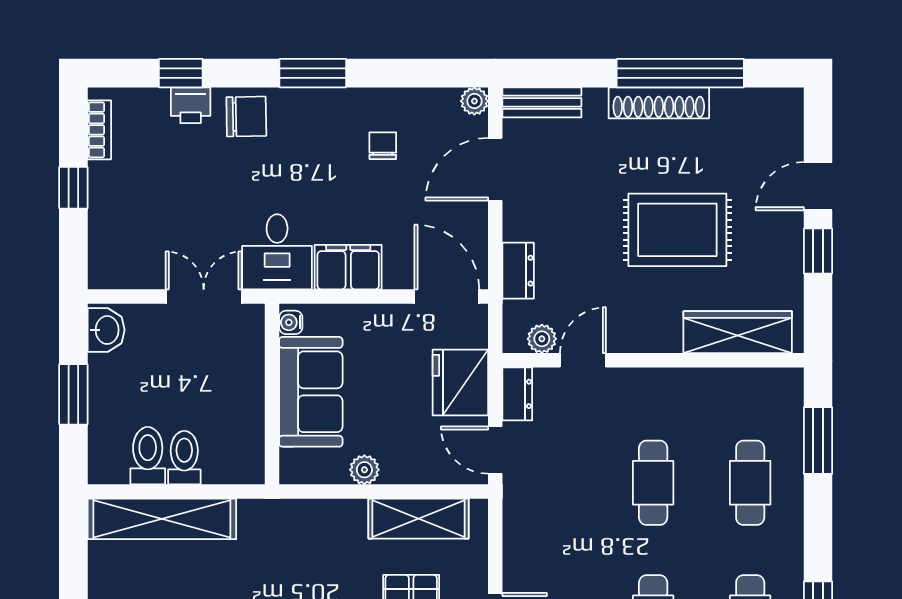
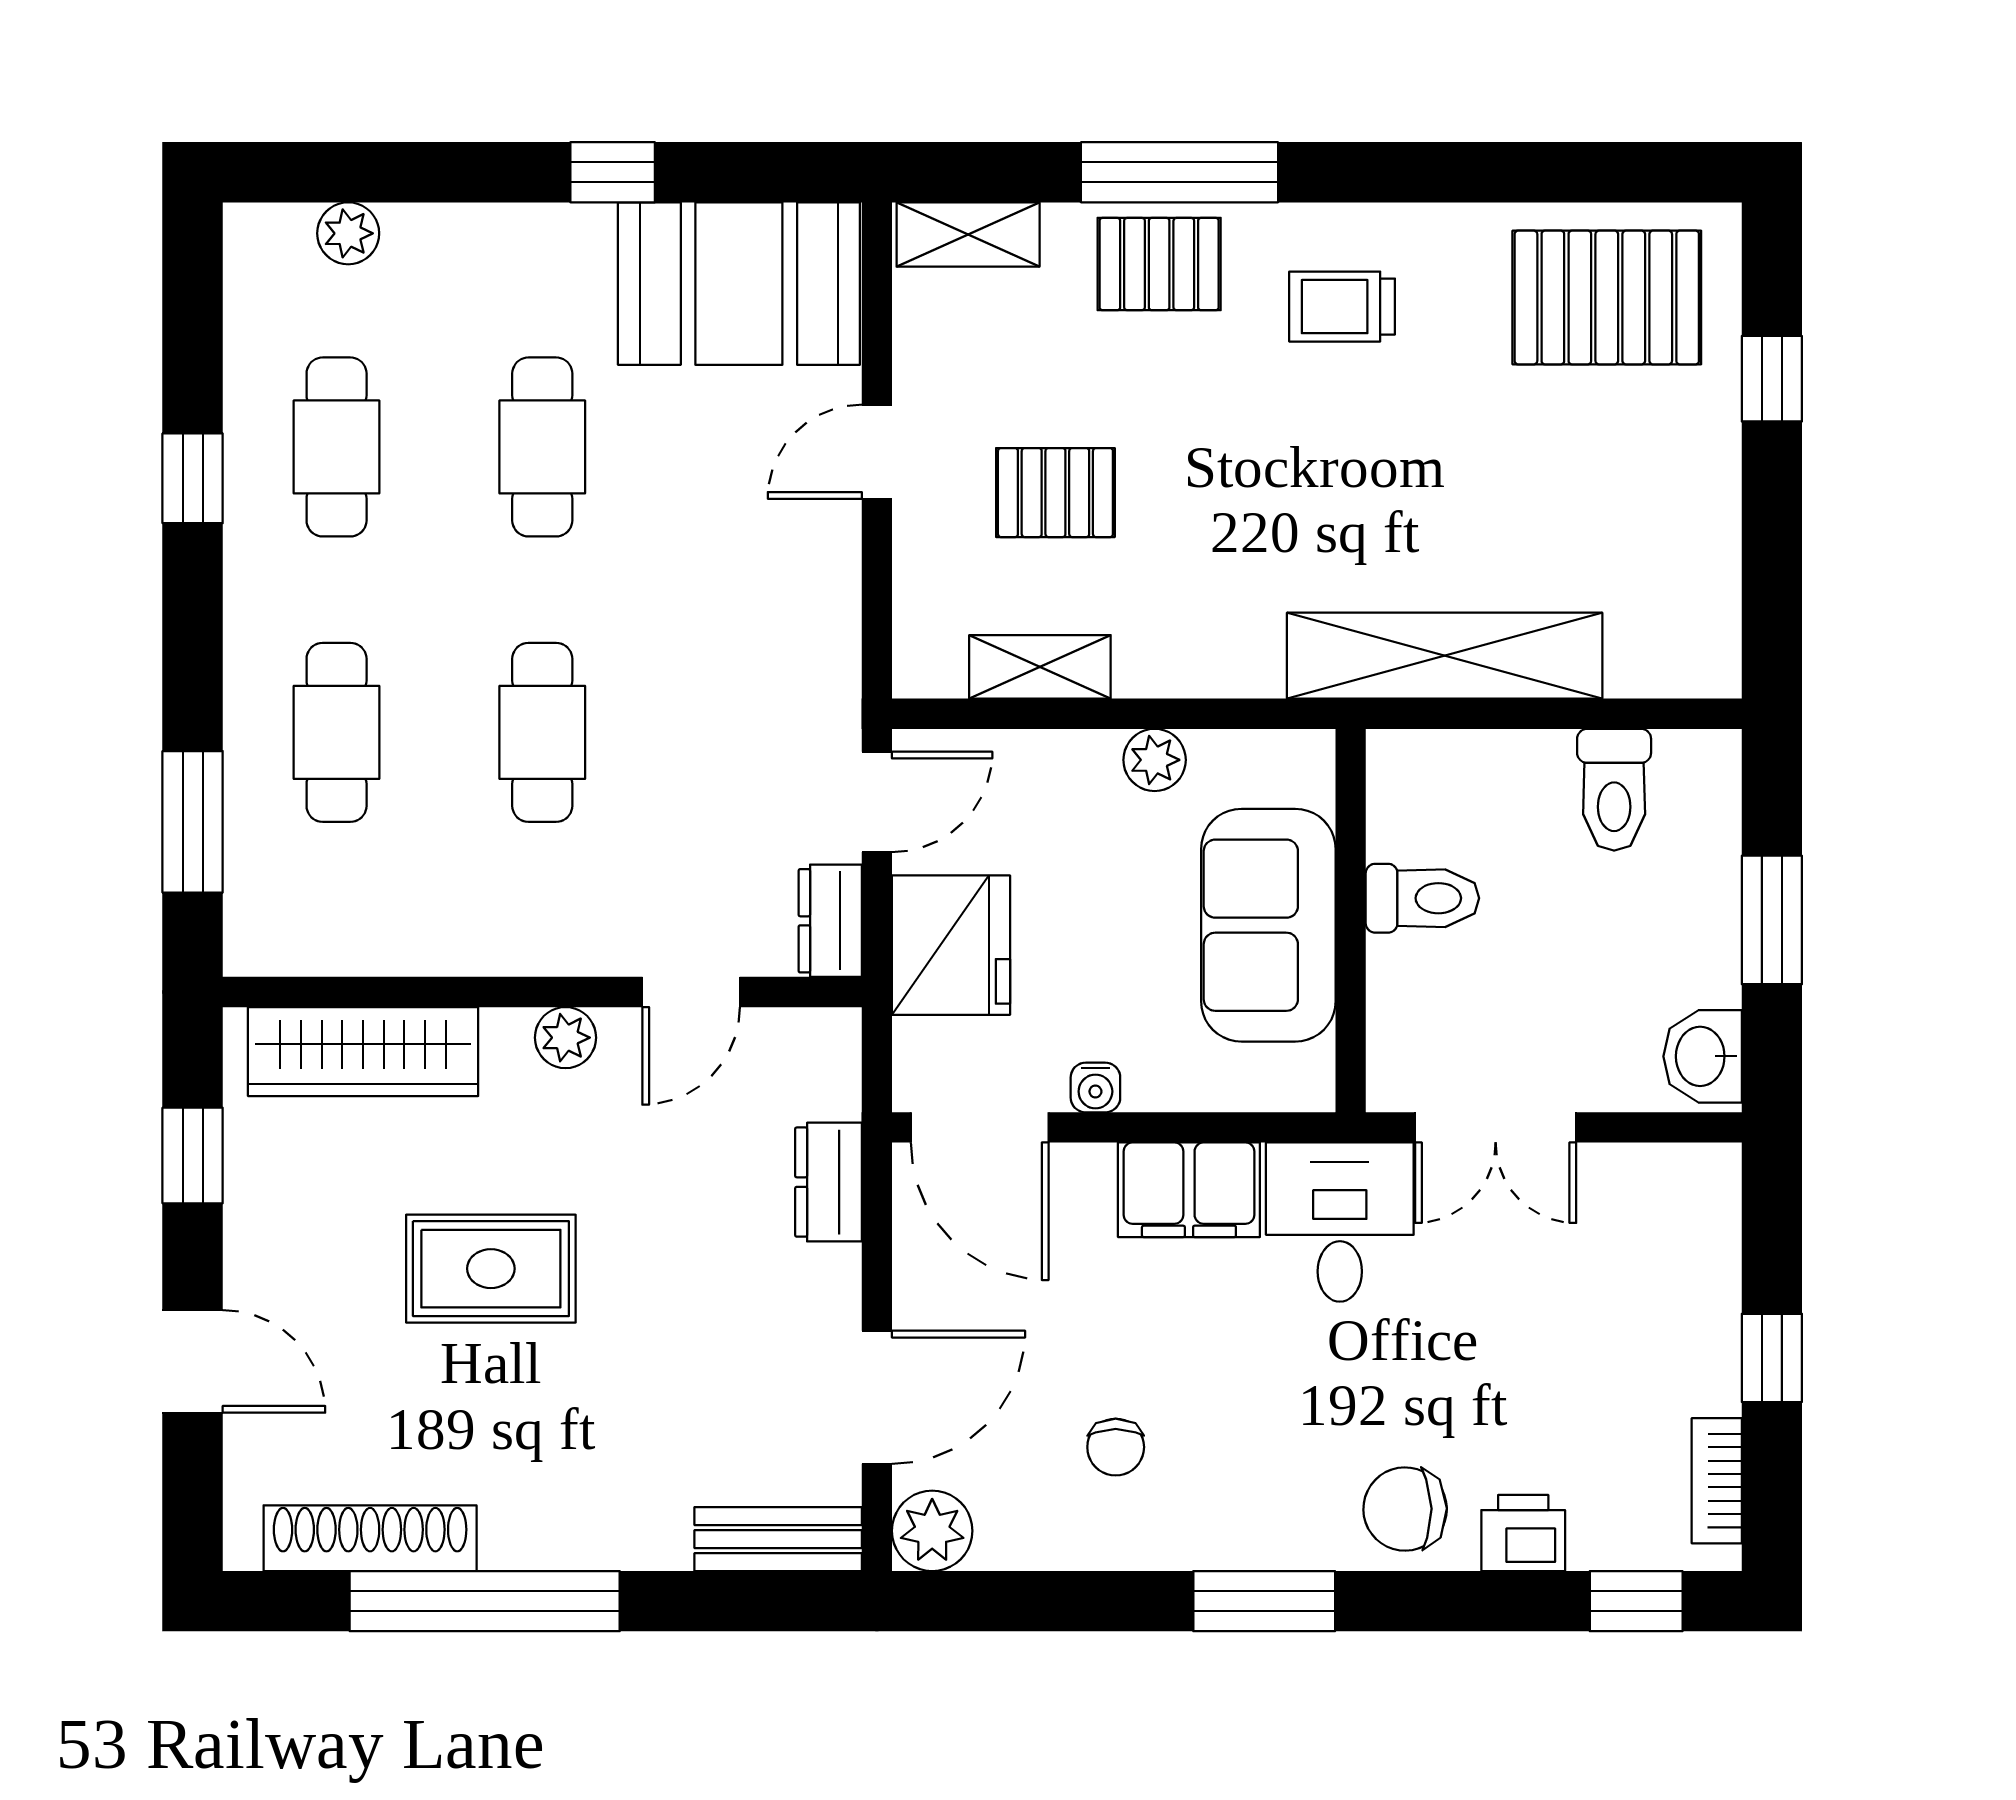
window: (181, 73) -> (1636, 1601), moved
plant: (474, 101) -> (932, 1531), width x1.38, depth x1.38
shoe rack: (659, 103) -> (370, 1538), moved
door: (818, 186) -> (193, 1361), hinge flipped
rug: (677, 230) -> (491, 1269), width x0.73, depth x0.70
window: (818, 251) -> (193, 1155), moved
water cooler: (291, 322) -> (1095, 1088), moved, turned 90
plant: (542, 339) -> (566, 1038), moved
door: (495, 450) -> (877, 802), hinge flipped
toilet: (184, 458) -> (1422, 898), moved, turned -90
shelving: (162, 519) -> (1445, 656), moved
shelving: (418, 519) -> (1040, 667), width x0.67, depth x0.75

